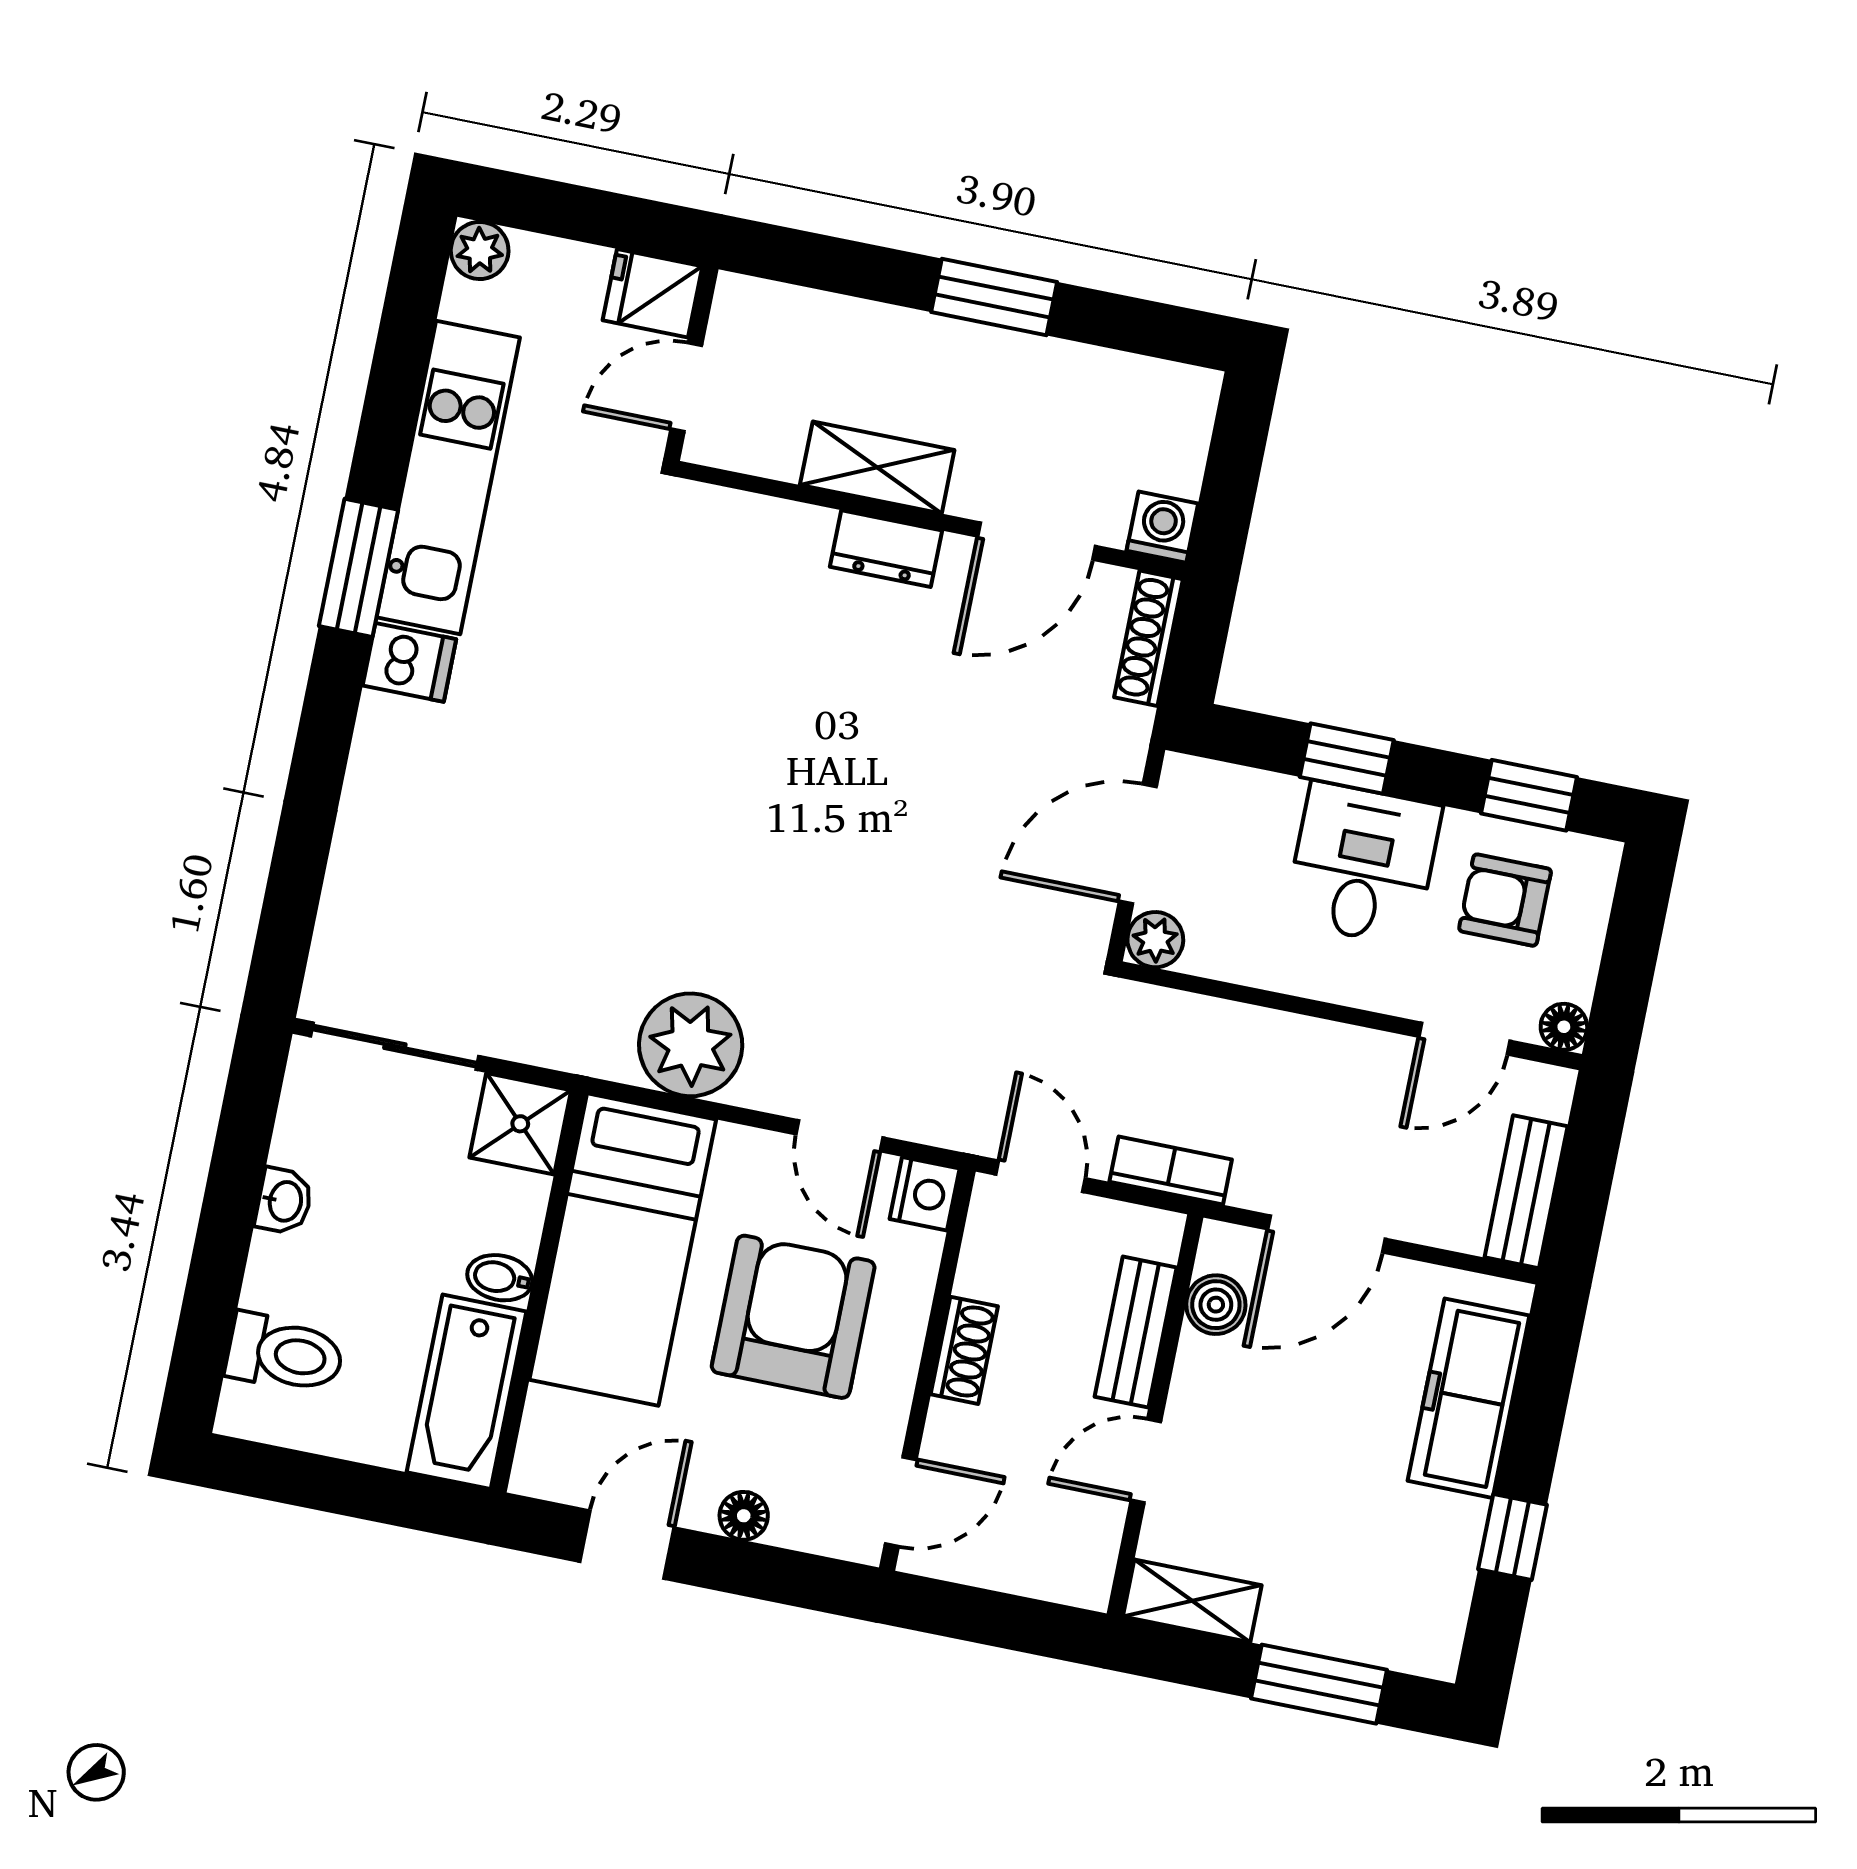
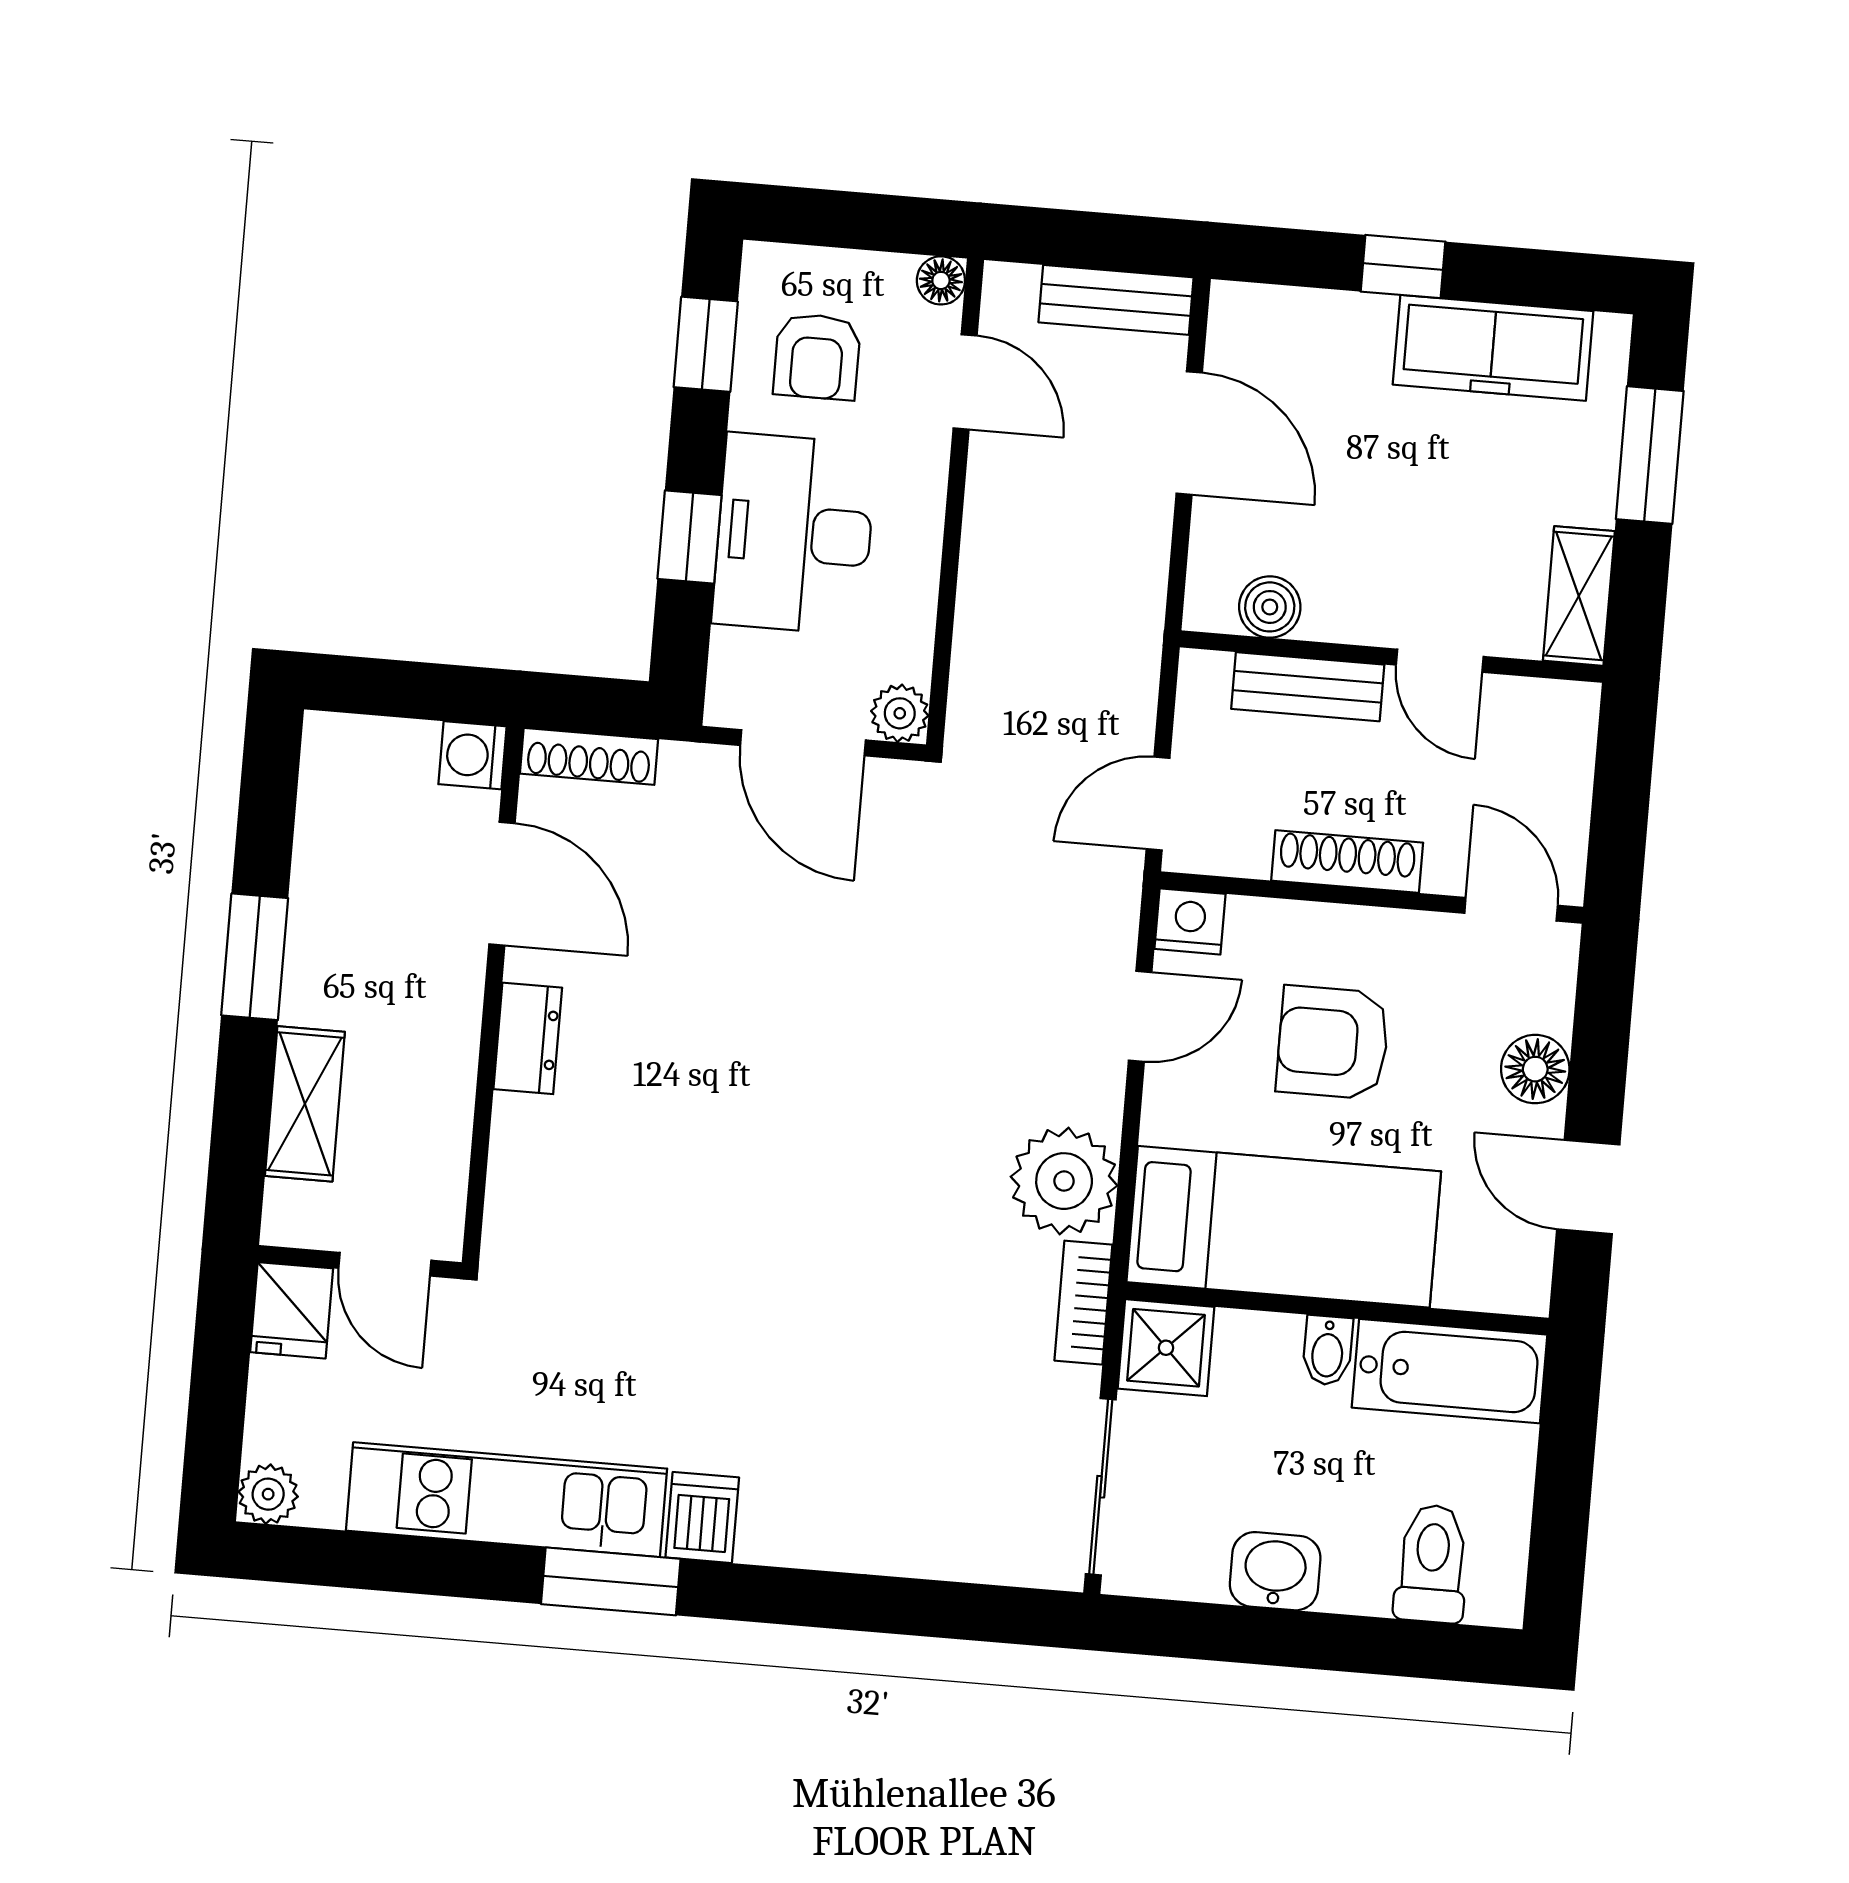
shelving: (877, 468) -> (305, 1104), moved
desk: (1363, 864) -> (794, 534), width x1.37
bookcase: (1171, 1171) -> (1083, 1303), moved
washbasin: (284, 1201) -> (1275, 1571), width x1.38, depth x1.45
door: (1326, 1234) -> (1189, 433), moved
armchair: (793, 1317) -> (1333, 1043), width x0.73, depth x0.73
shoe rack: (964, 1350) -> (1347, 862), width x1.43
freezer: (1469, 1398) -> (1493, 348), moved
floor lamp: (744, 1516) -> (1535, 1069), width x1.37, depth x1.37
window: (1513, 1537) -> (1403, 267), moved

